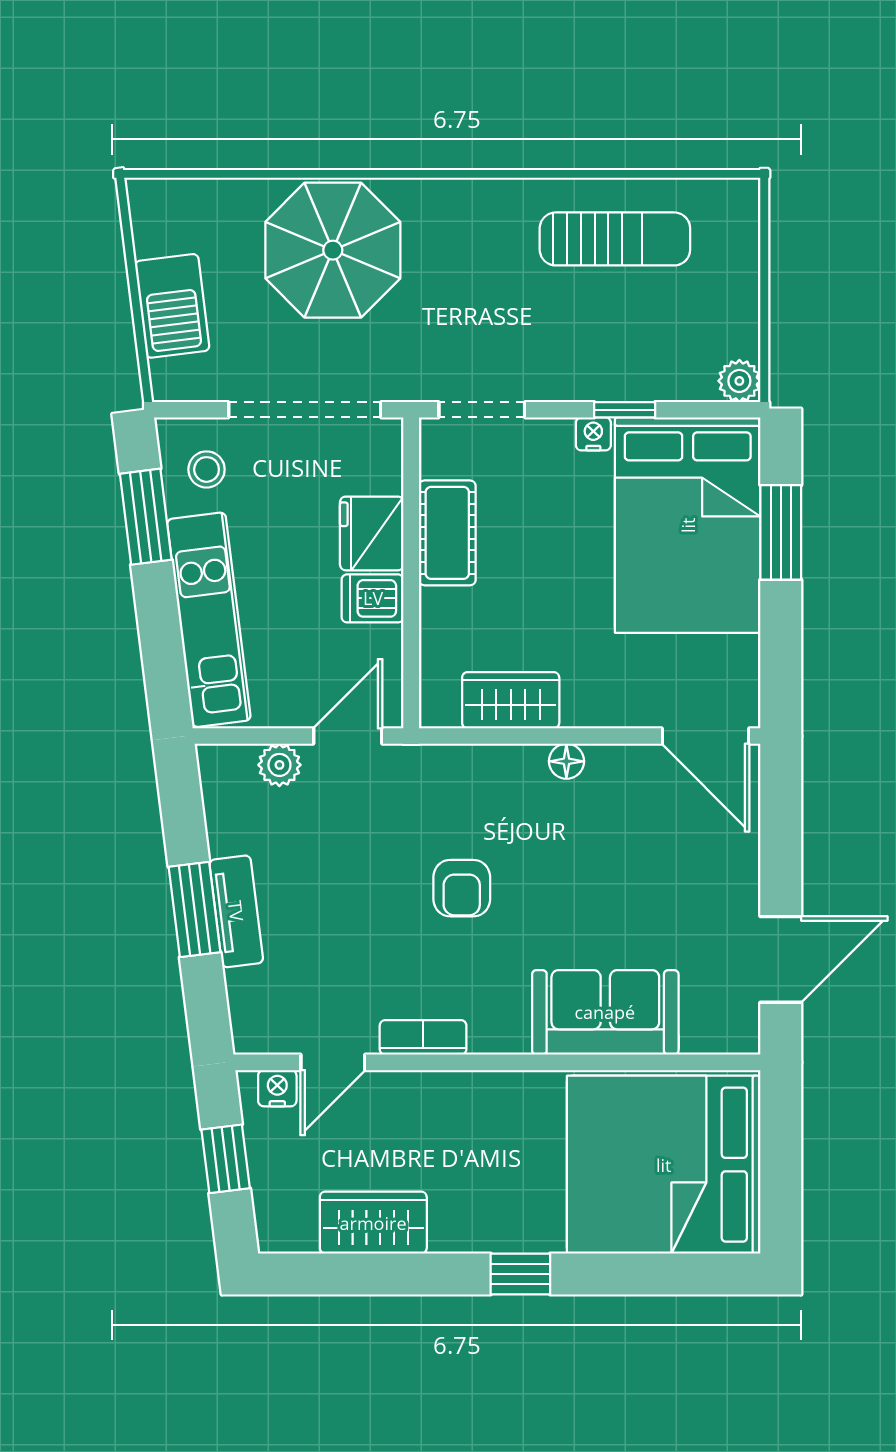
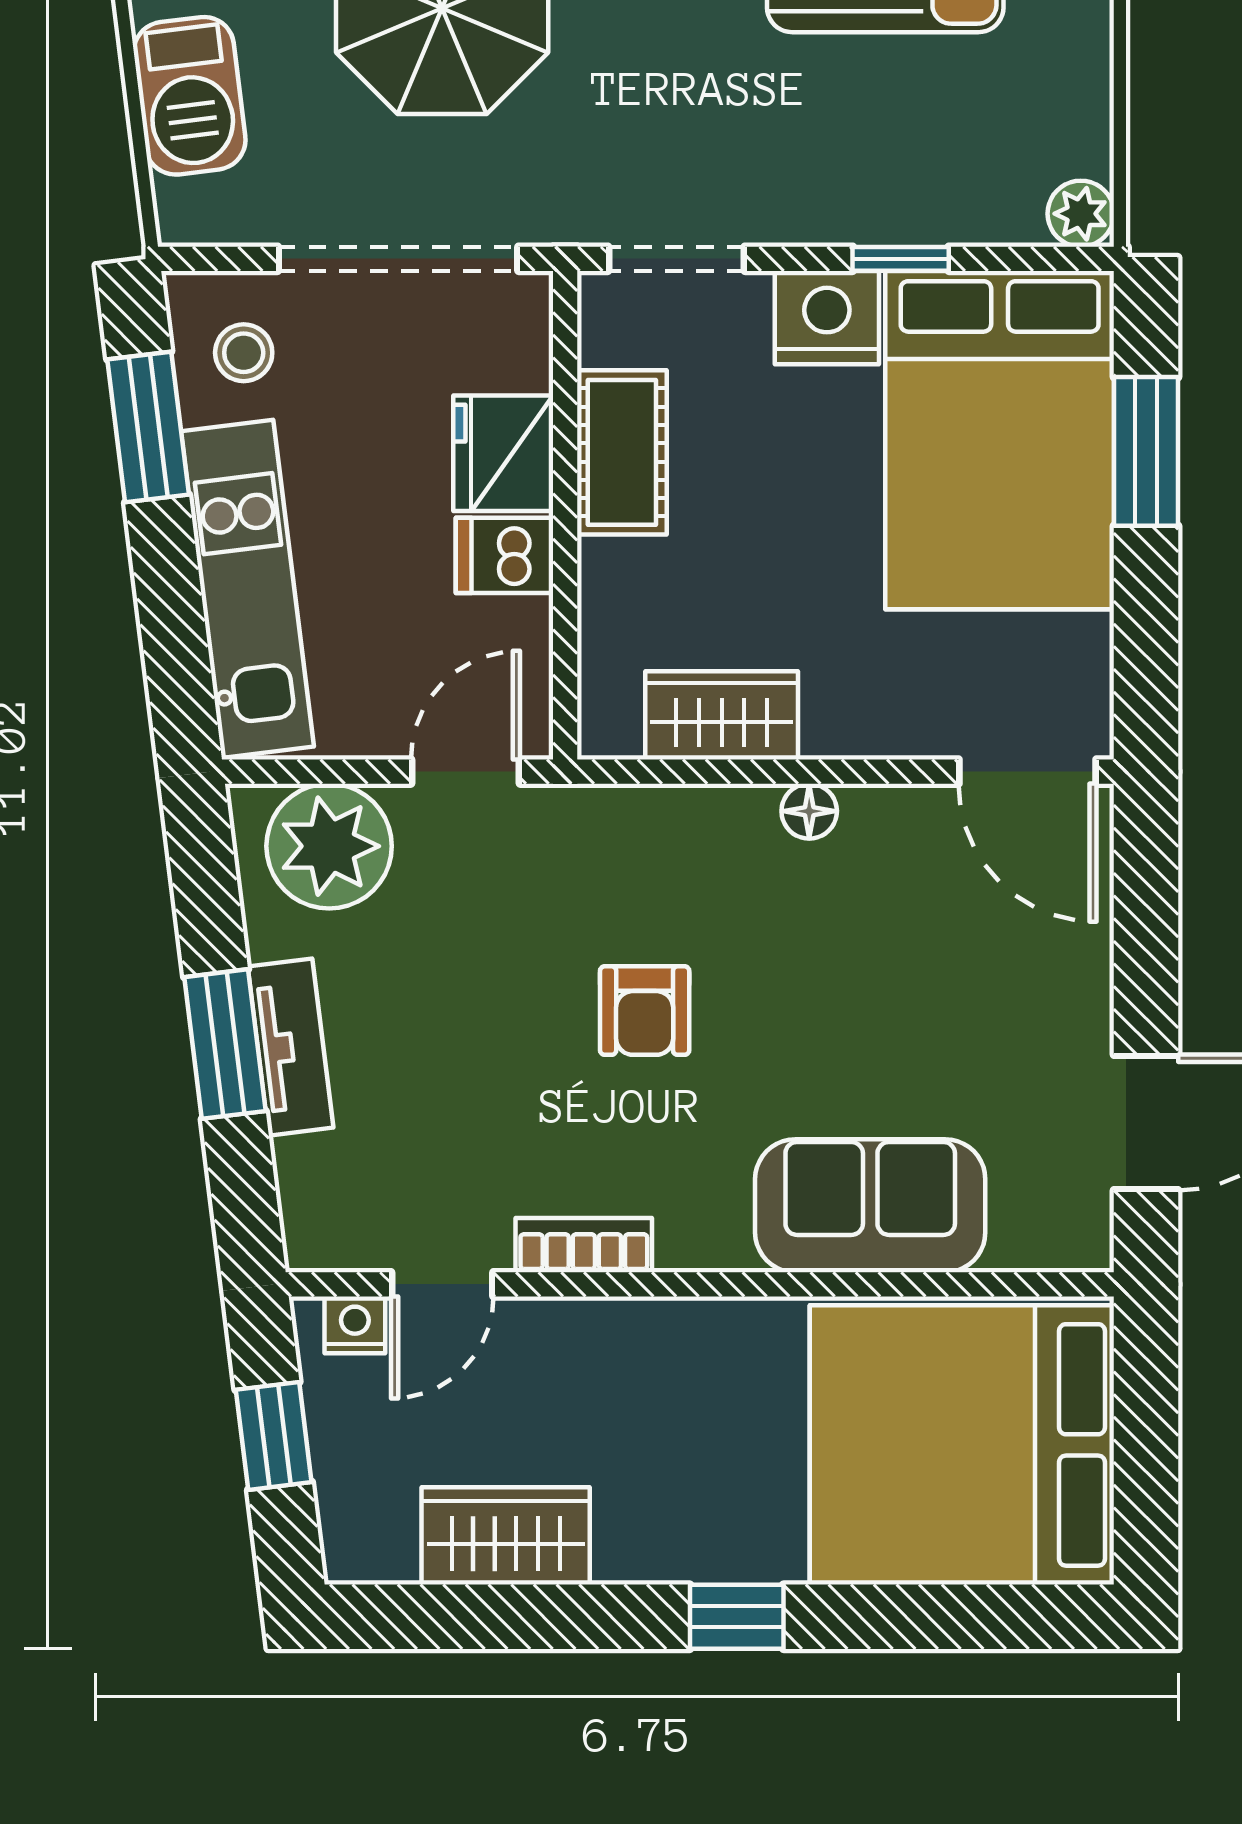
nightstand: (593, 434) -> (827, 318), width x1.89, depth x1.79
plant: (279, 765) -> (329, 846), width x1.87, depth x1.87

